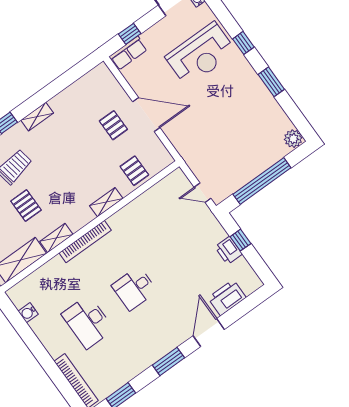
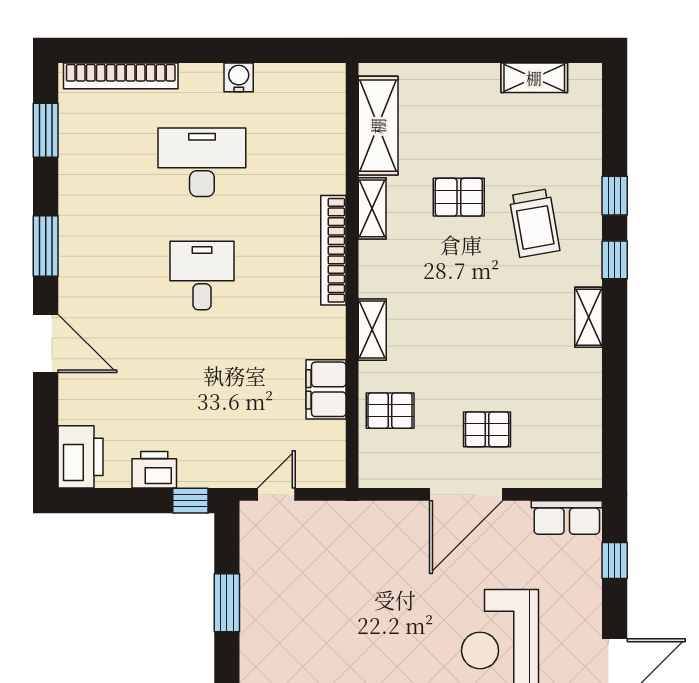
row of seats: (128, 53) -> (567, 517), moved, turned -90
window: (262, 181) -> (227, 603), width x0.47
filing cabinet: (145, 203) -> (326, 389), added
window: (240, 240) -> (190, 501), moved
printer: (227, 298) -> (81, 457), moved
water cooler: (28, 313) -> (239, 77), moved

